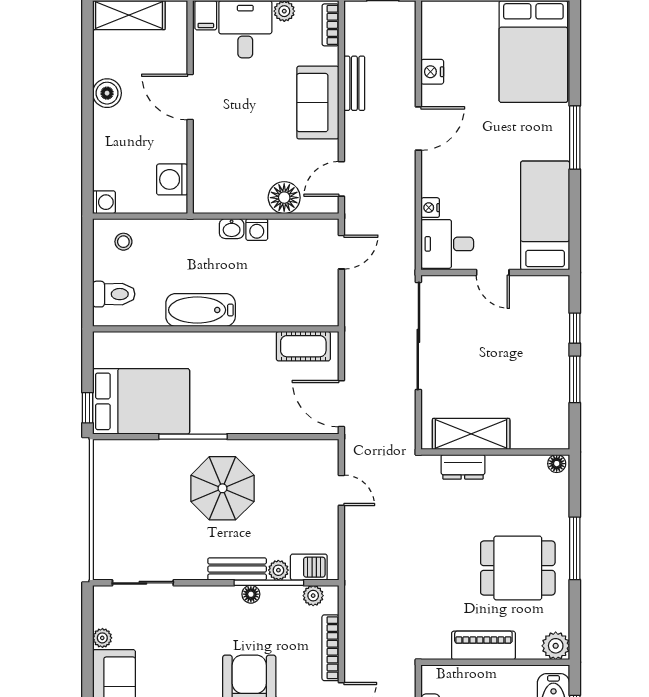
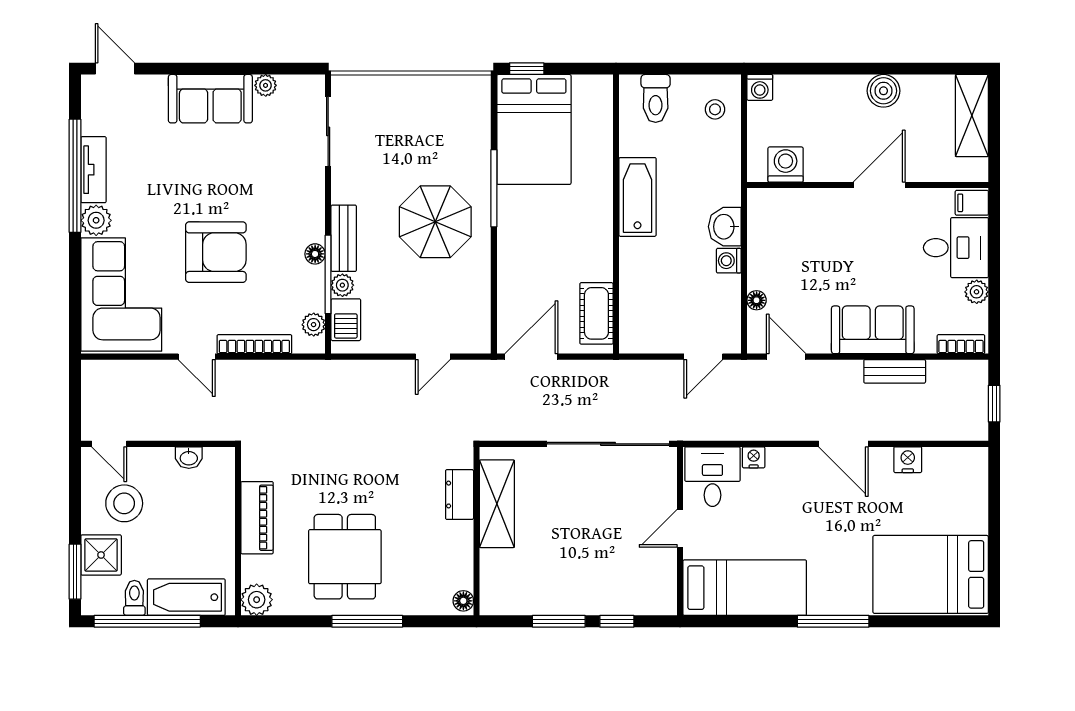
floor lamp: (284, 198) -> (757, 300), width x0.53, depth x0.53
washbasin: (232, 229) -> (725, 227), width x1.38, depth x1.45
door: (341, 252) -> (703, 357), hinge flipped

